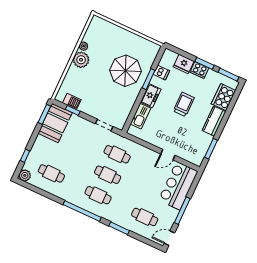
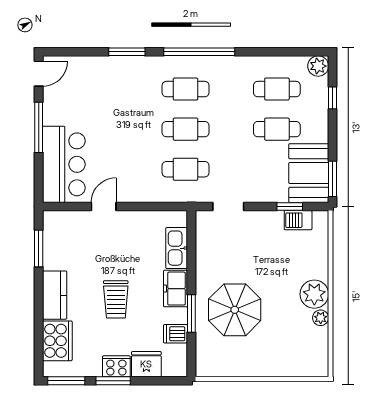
cafe table: (145, 217) -> (277, 129), moved

